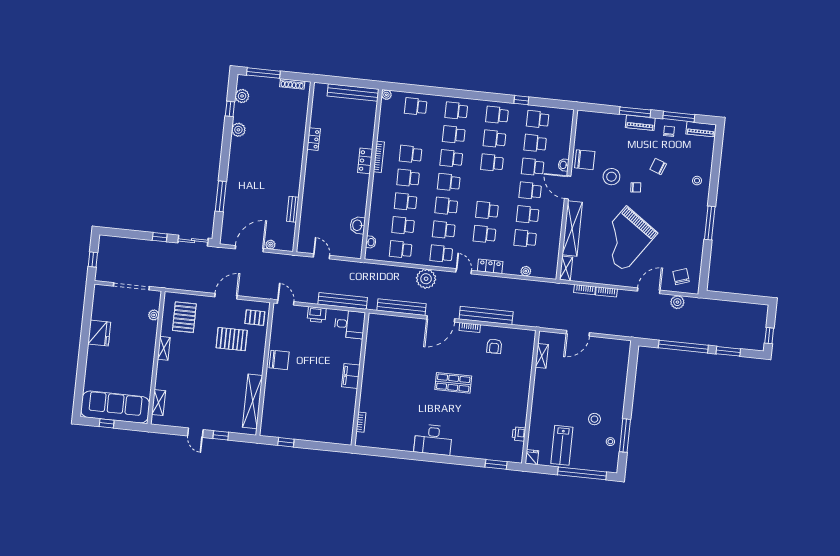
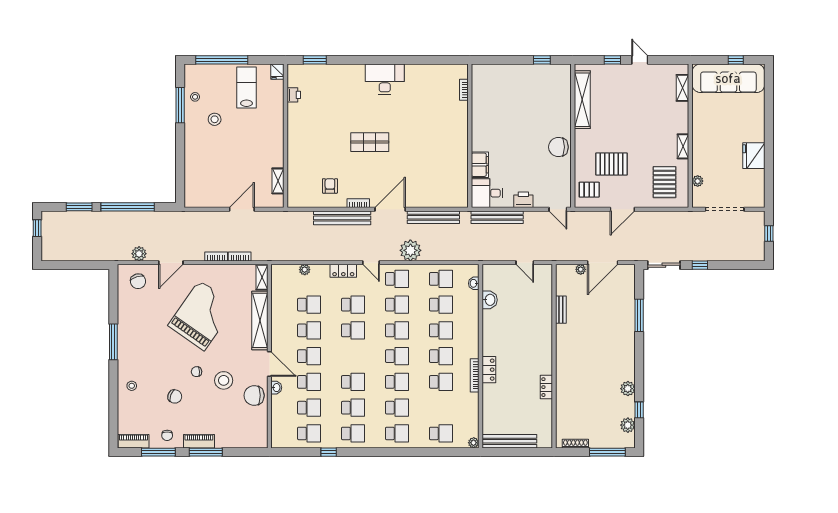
filing cabinet: (351, 376) -> (480, 165), moved

